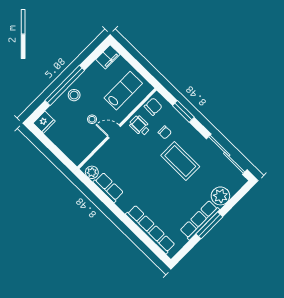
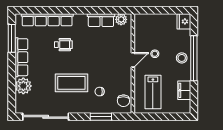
filing cabinet: (108, 57) -> (184, 90), moved
wheelchair: (140, 126) -> (63, 45), moved
window: (209, 225) -> (12, 38), moved

